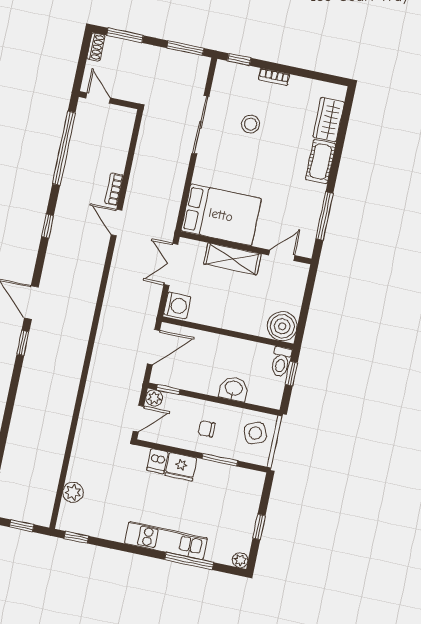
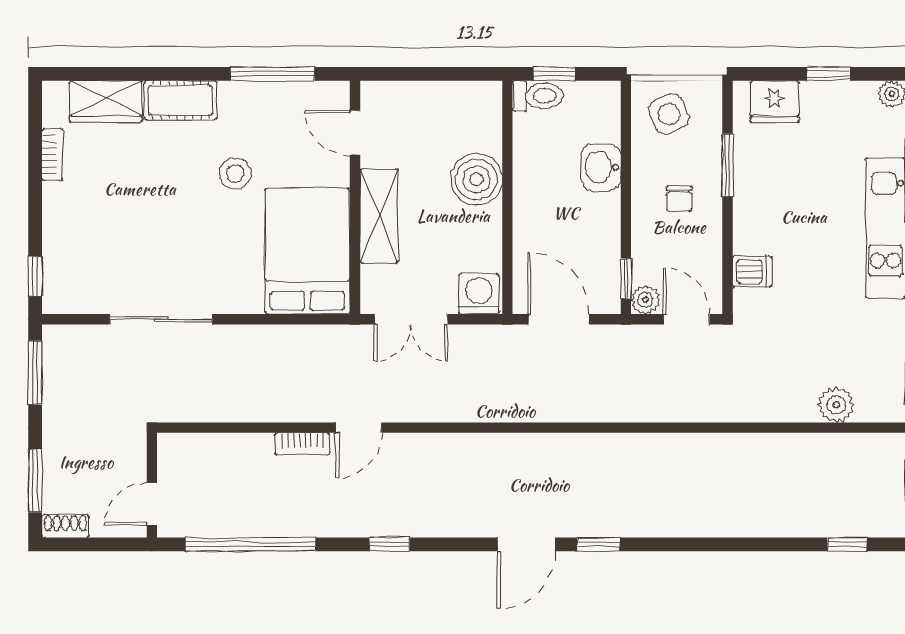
bookcase: (274, 77) -> (52, 155), moved
stool: (251, 124) -> (235, 173), moved
boiler: (282, 326) -> (476, 179), moved
fridge: (181, 467) -> (774, 102), moved, turned 90

